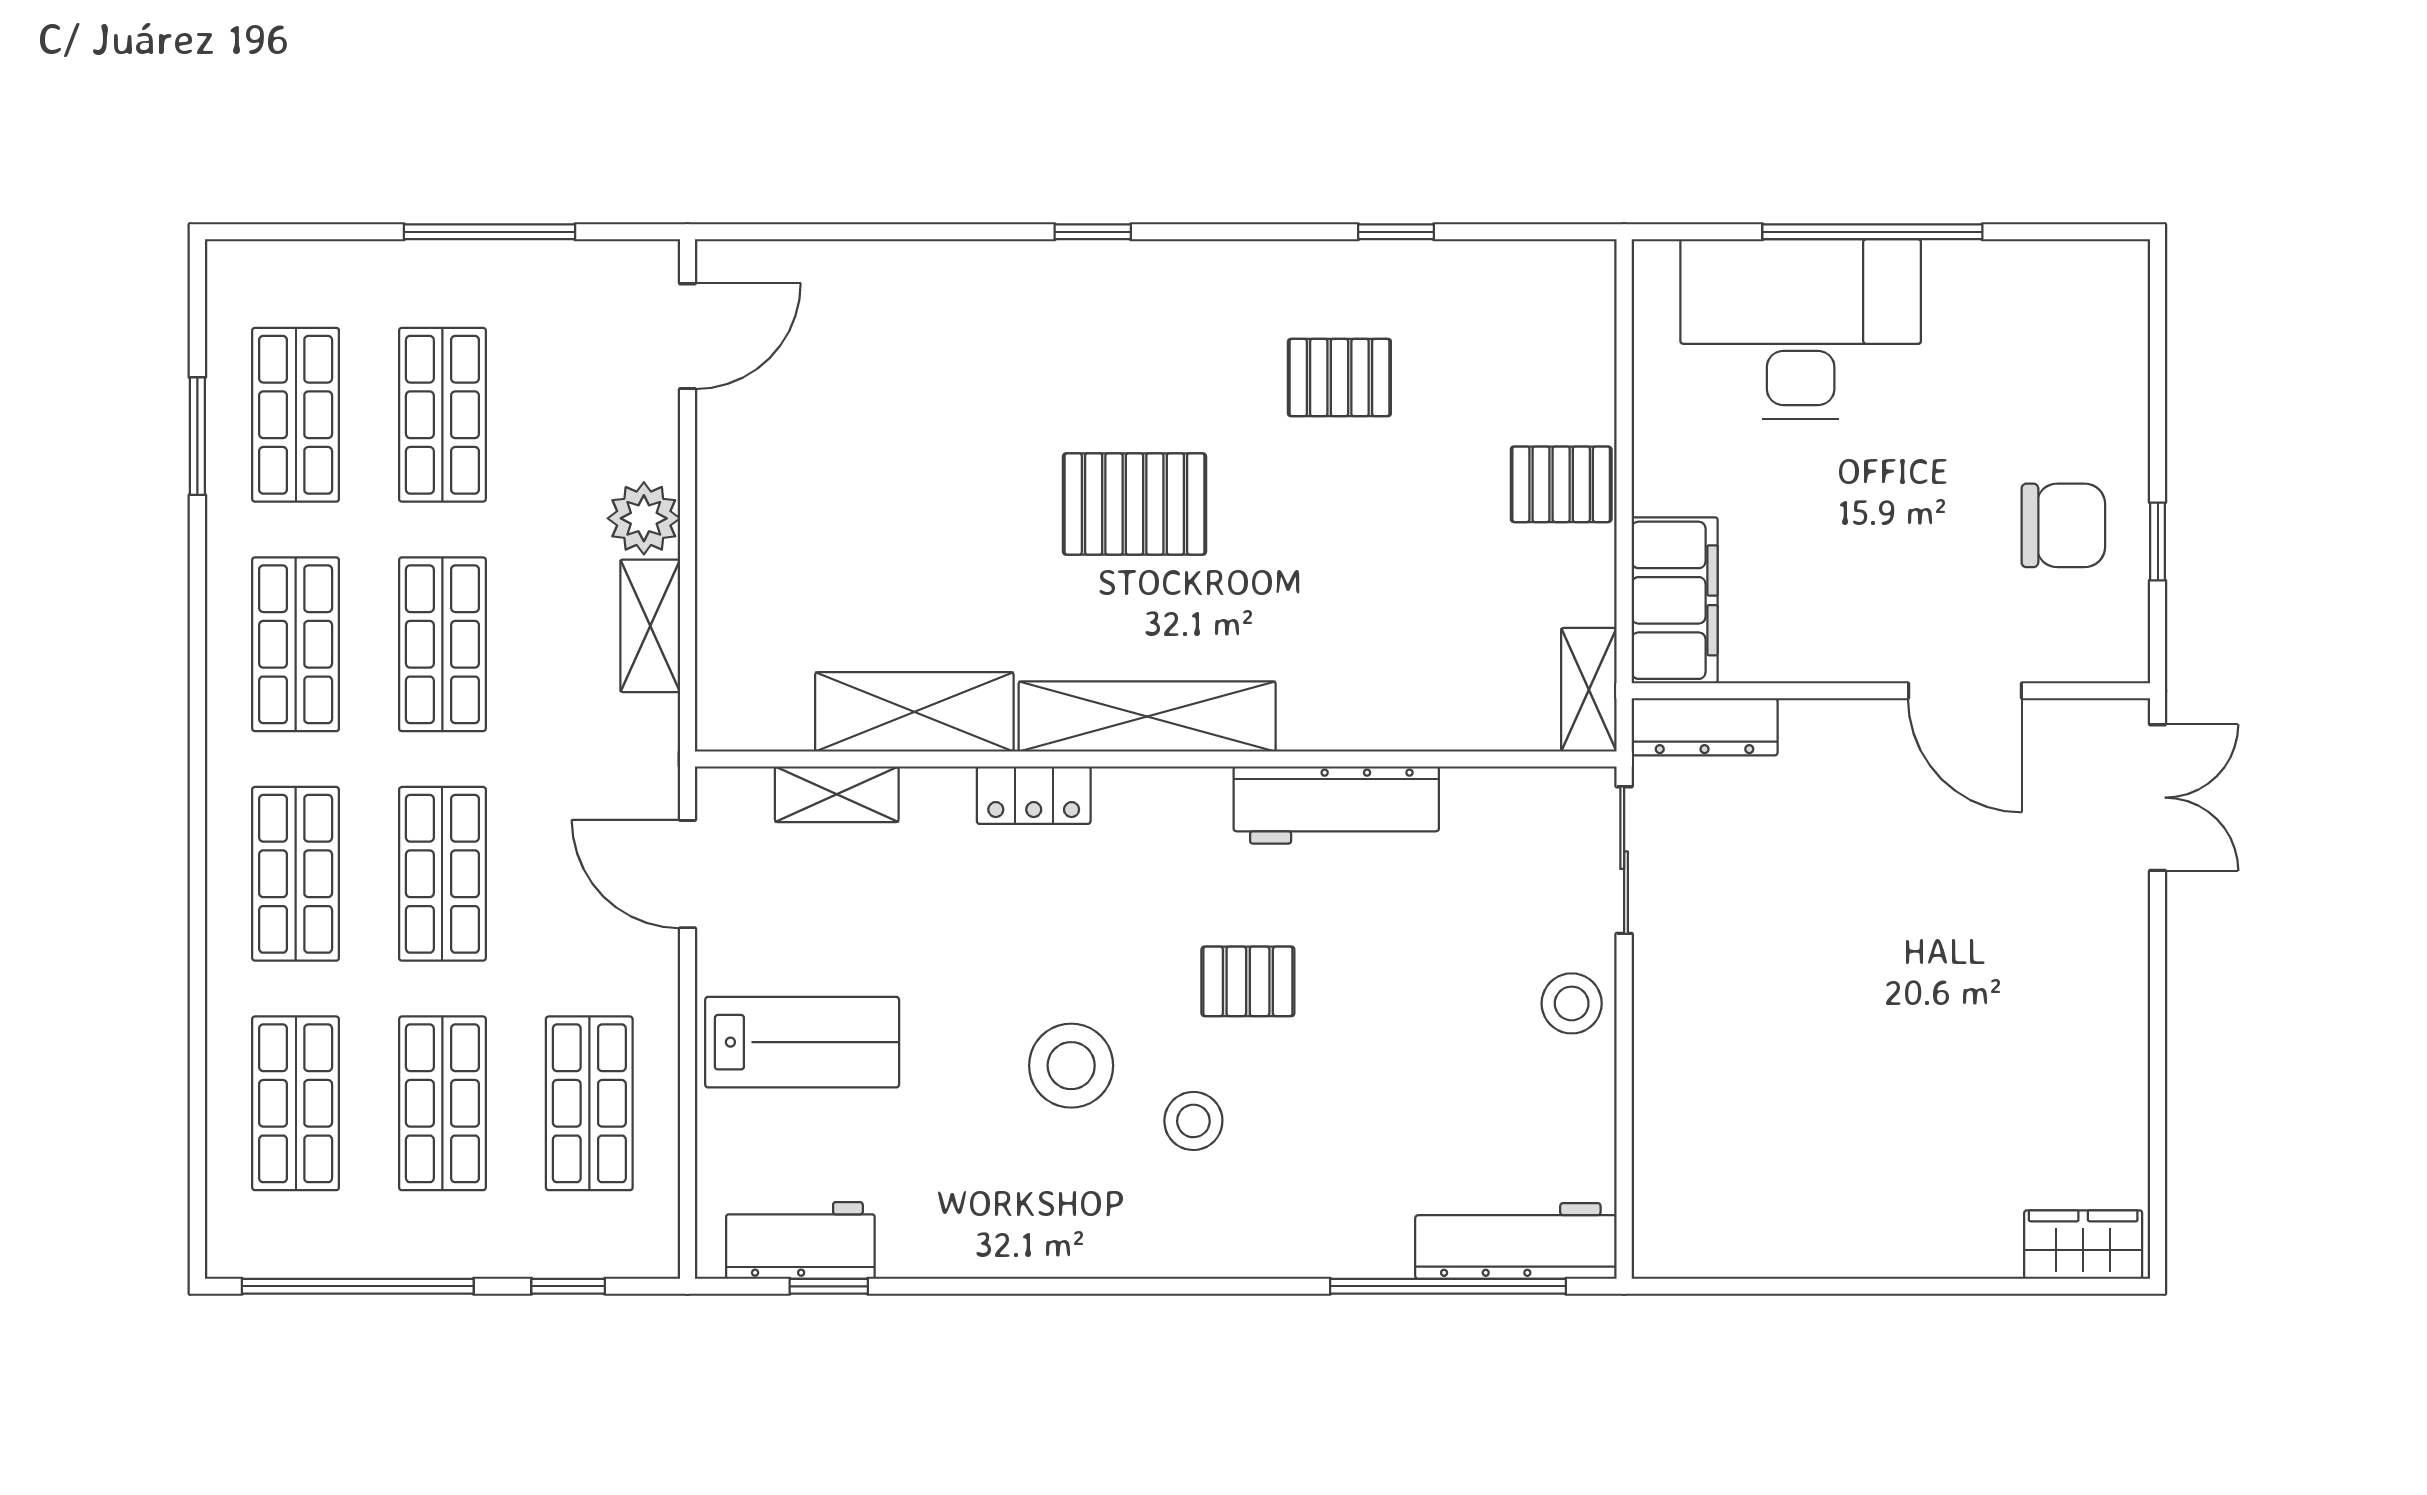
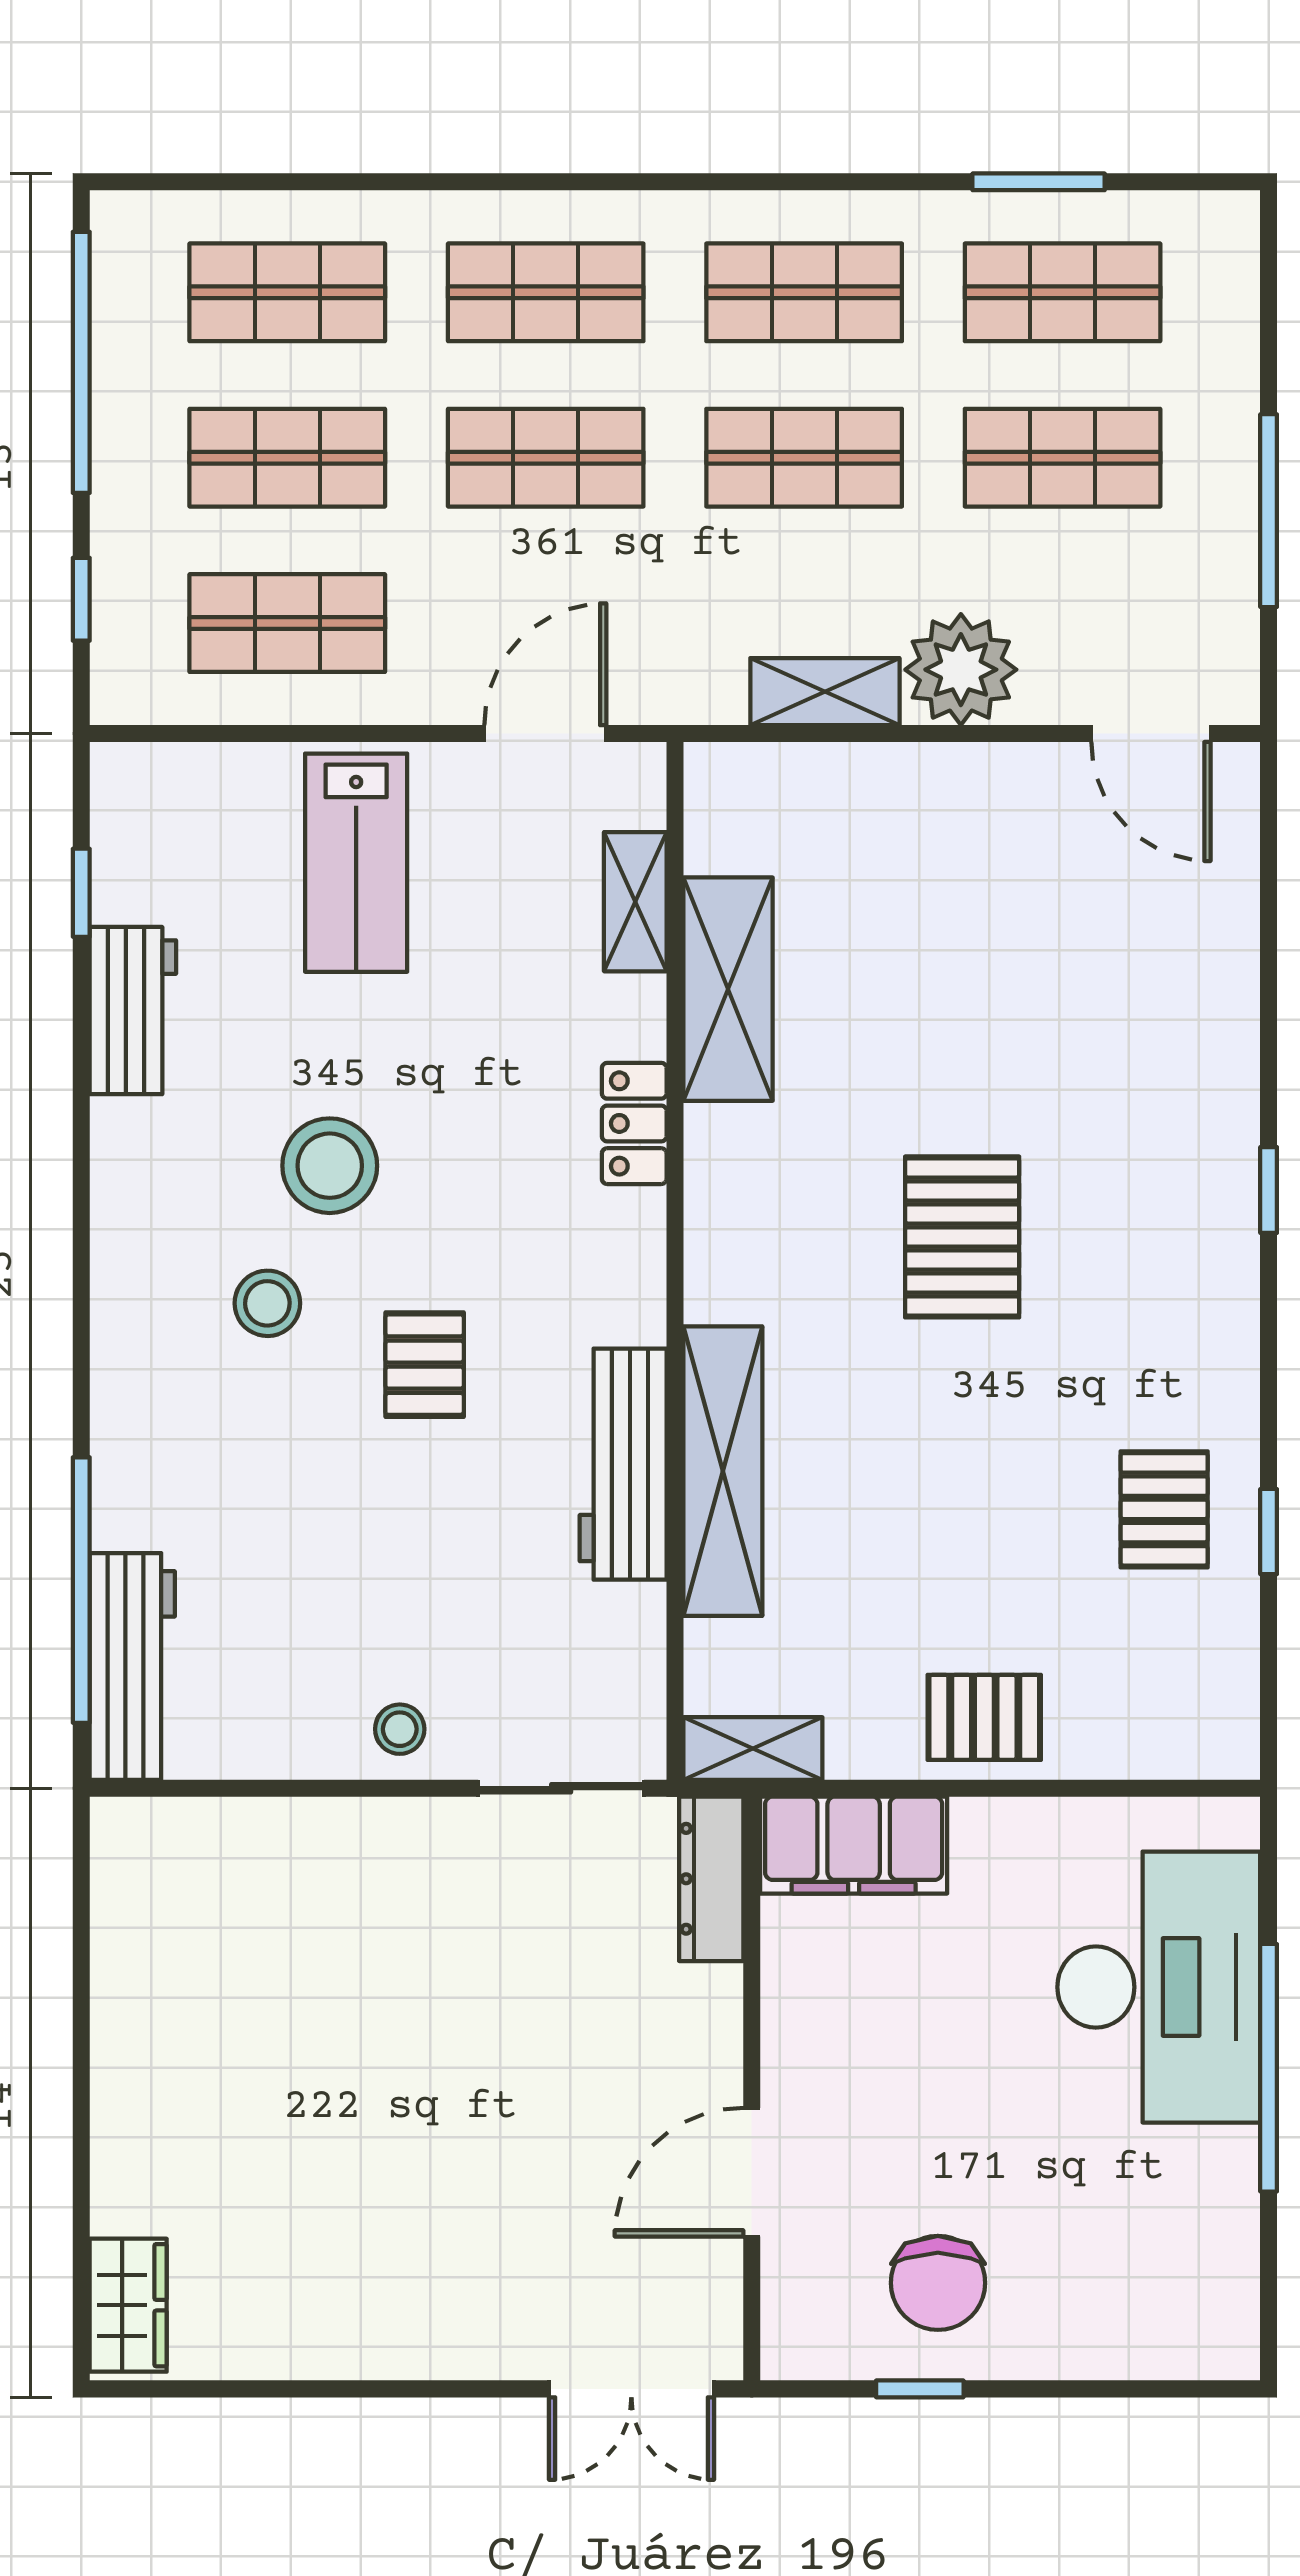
pallet: (1339, 378) -> (1164, 1509), moved
pallet: (1561, 484) -> (984, 1717), turned 90
plant: (644, 518) -> (961, 670), width x1.36, depth x1.36
shelving: (1147, 717) -> (723, 1471), moved
stool: (1572, 1003) -> (400, 1729), width x0.73, depth x0.73
workbench: (800, 1240) -> (133, 1011), moved

